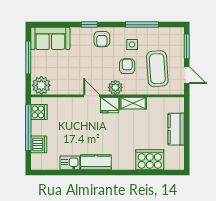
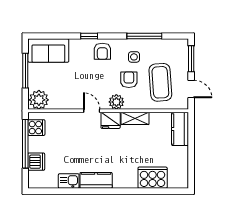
kitchen counter: (176, 129) -> (180, 129), moved

